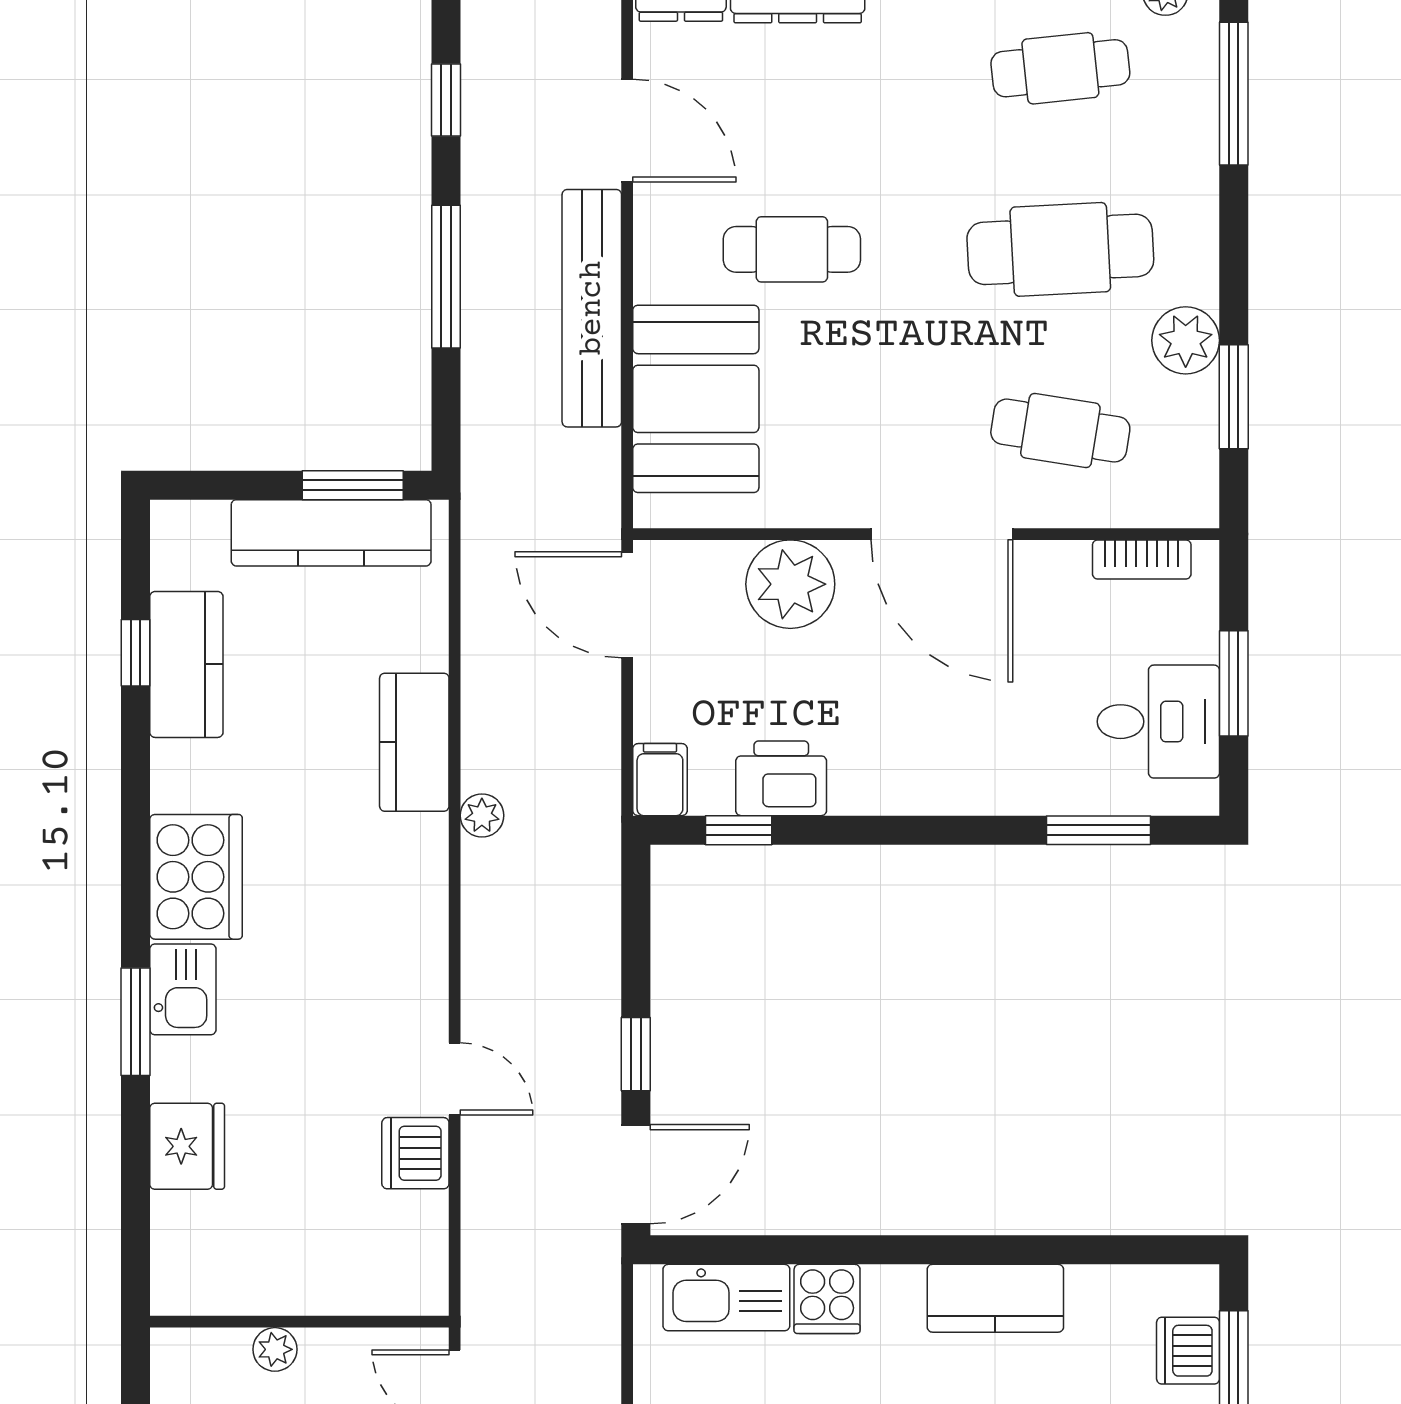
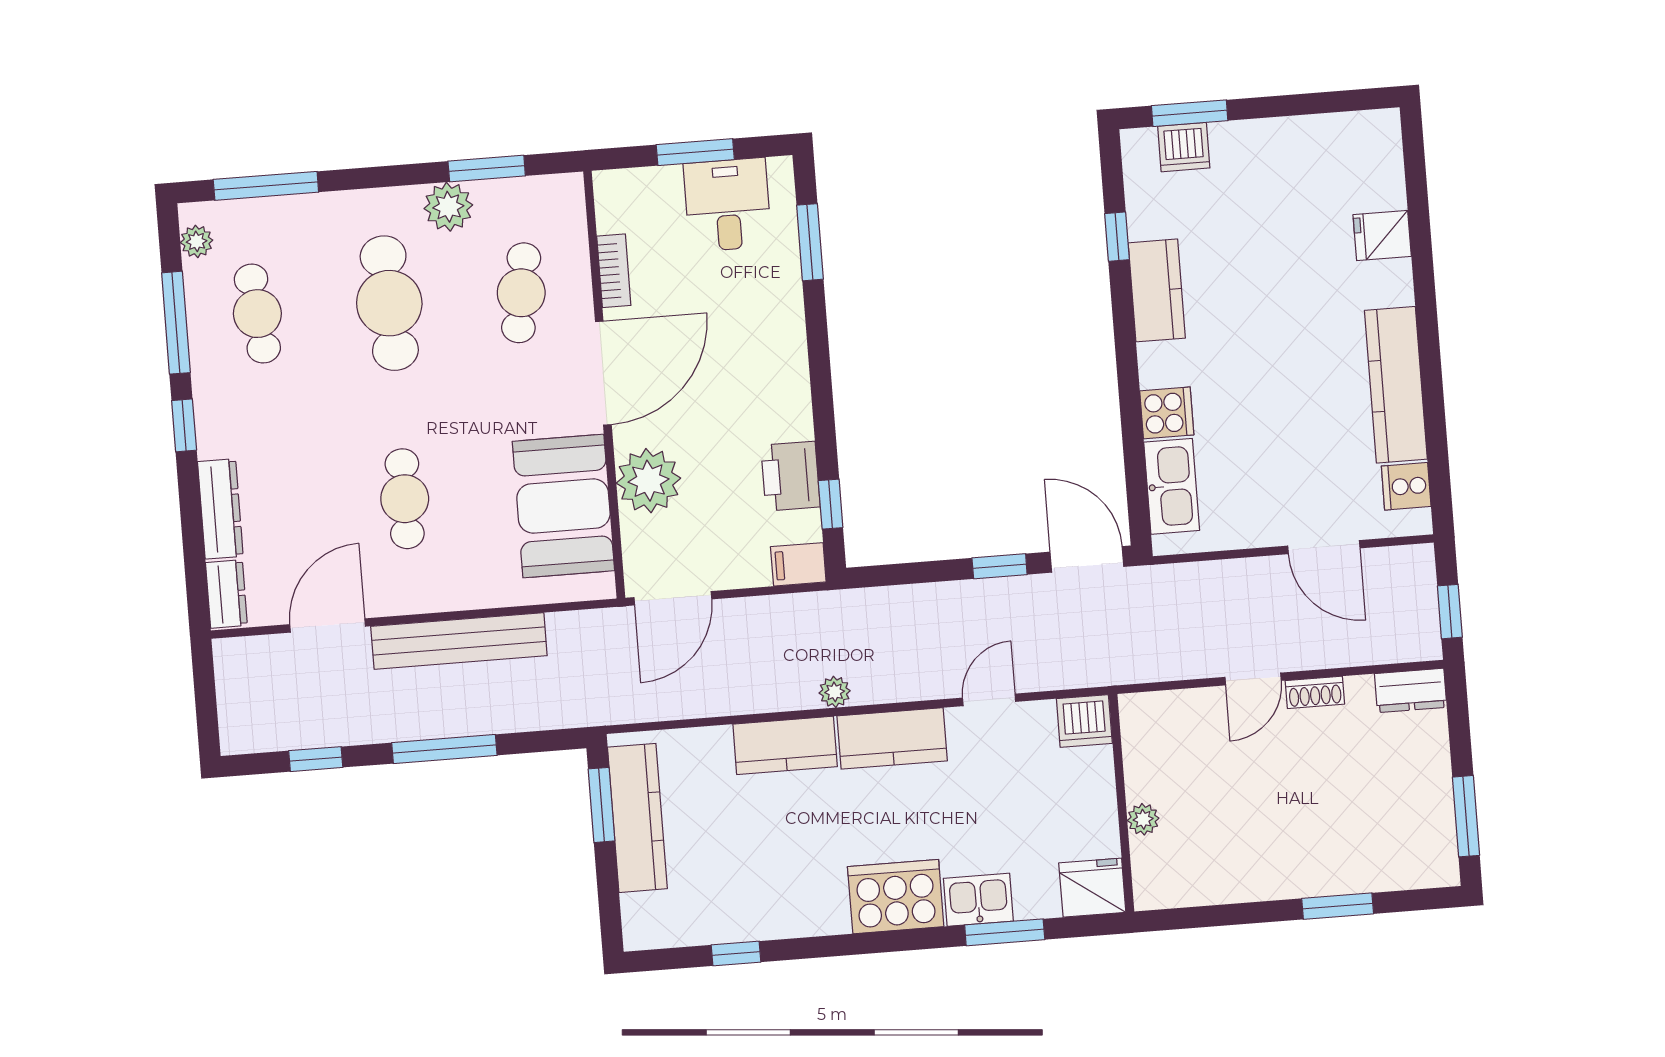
booth: (696, 399) -> (563, 506), moved, turned 90
bookcase: (1142, 559) -> (614, 271), moved
kitchen counter: (186, 664) -> (892, 738), moved, turned 180
door: (455, 1079) -> (989, 700), moved
window: (1073, 1250) -> (1117, 237), added
wall: (299, 1322) -> (1122, 803), moved
plant: (275, 1349) -> (1143, 819), moved

